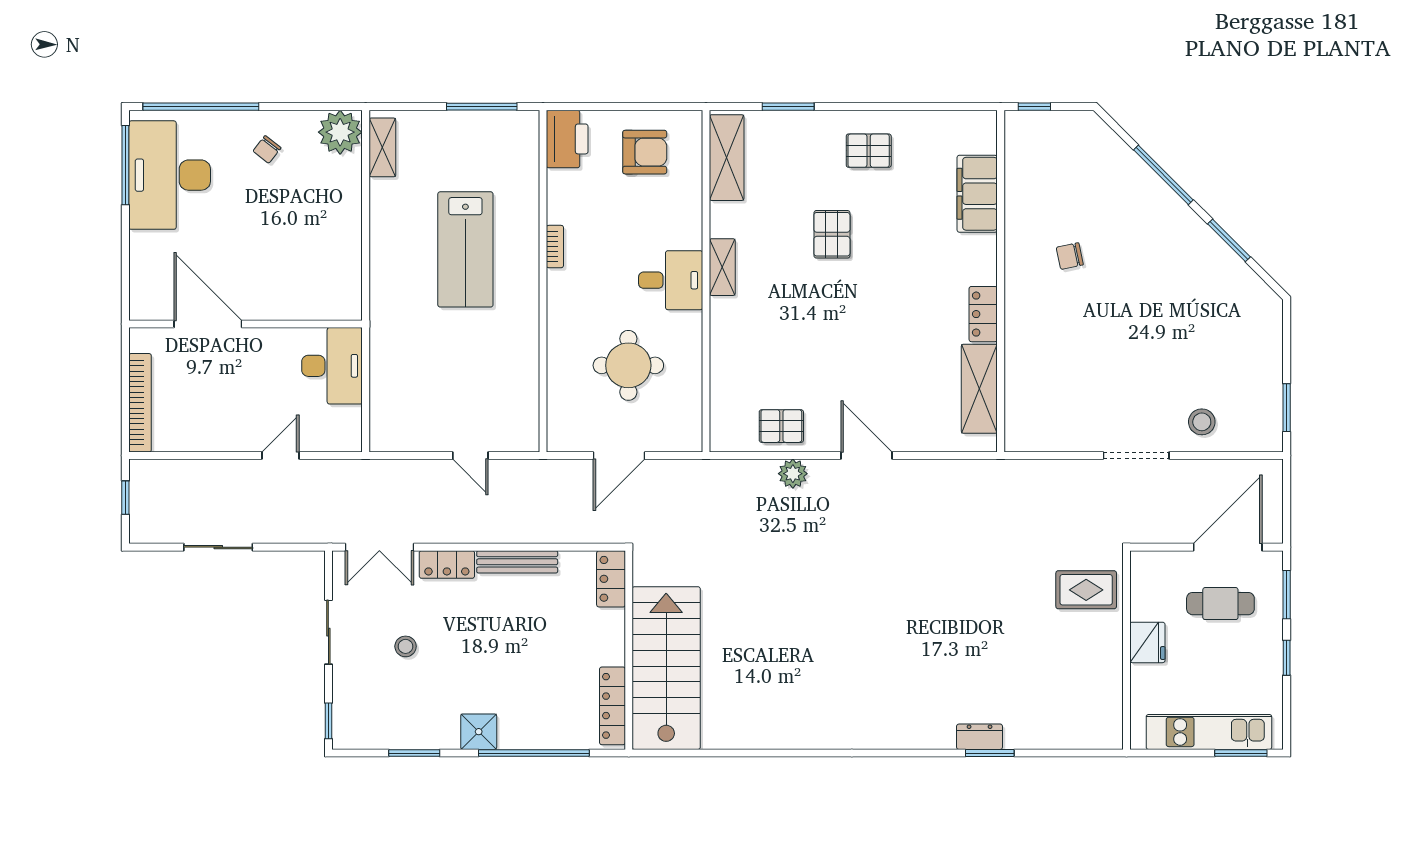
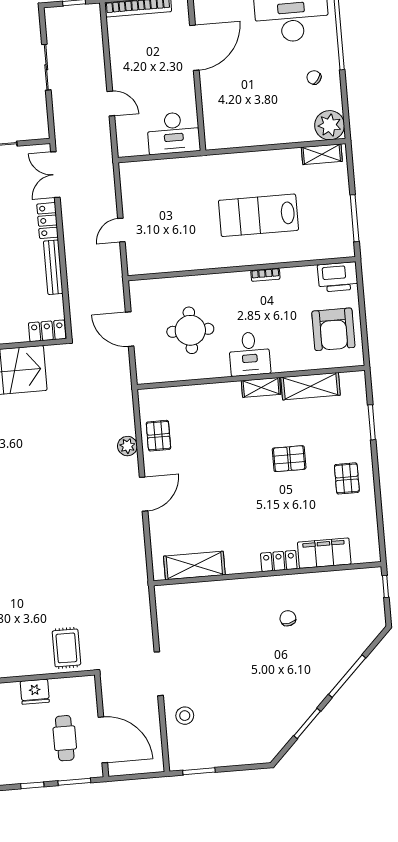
armchair: (645, 152) -> (333, 329), width x1.36, depth x1.36
shelving: (727, 158) -> (311, 386), moved
locker: (983, 314) -> (279, 561), moved

